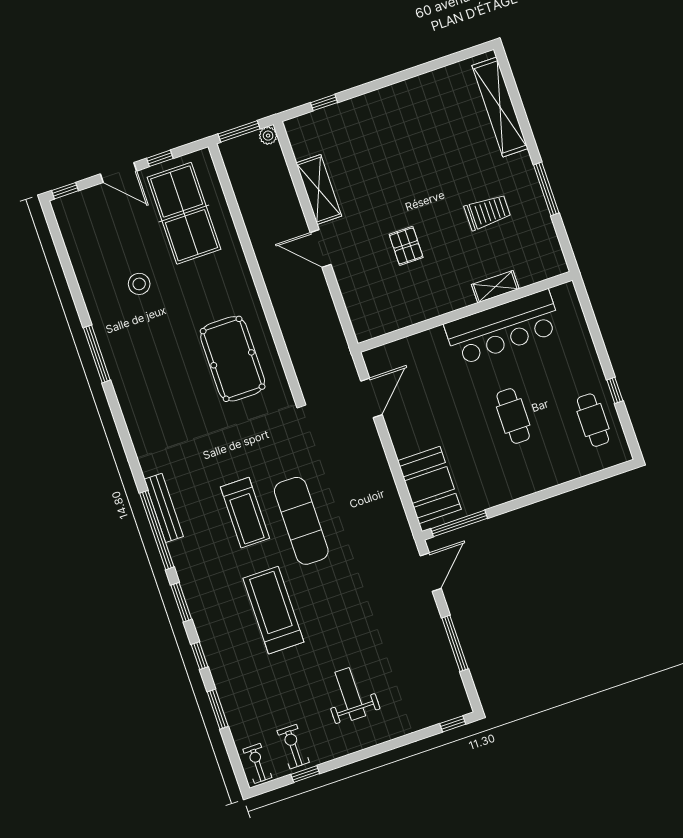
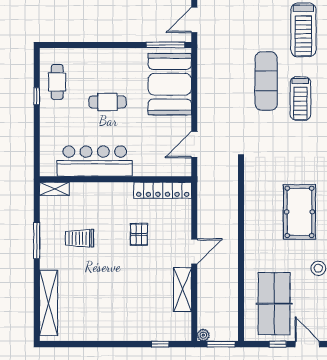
door: (321, 249) -> (194, 251), hinge flipped
shelving: (495, 287) -> (54, 189), moved
locker: (394, 319) -> (163, 190), added
pool table: (233, 359) -> (299, 212), moved
cafe table: (513, 416) -> (107, 102), turned 90
booth: (429, 485) -> (170, 84), width x1.36, depth x1.42
treadmill: (245, 513) -> (300, 99), turned 180

